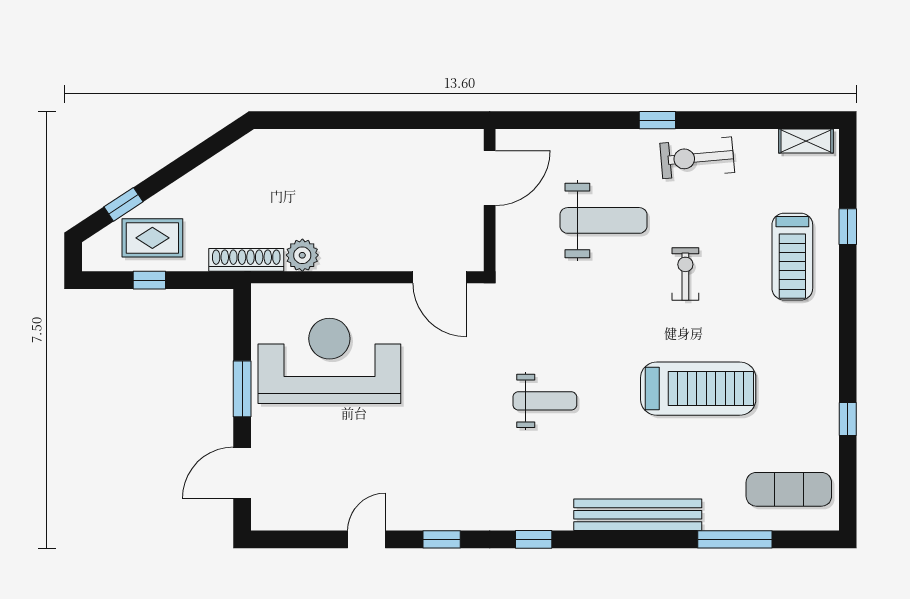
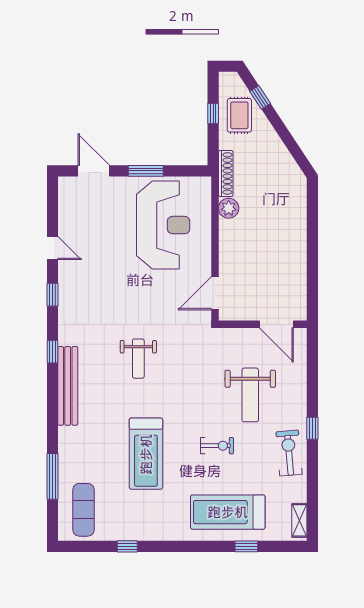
treadmill: (792, 257) -> (228, 512), width x1.37, depth x1.38
bench: (638, 515) -> (68, 386), moved

